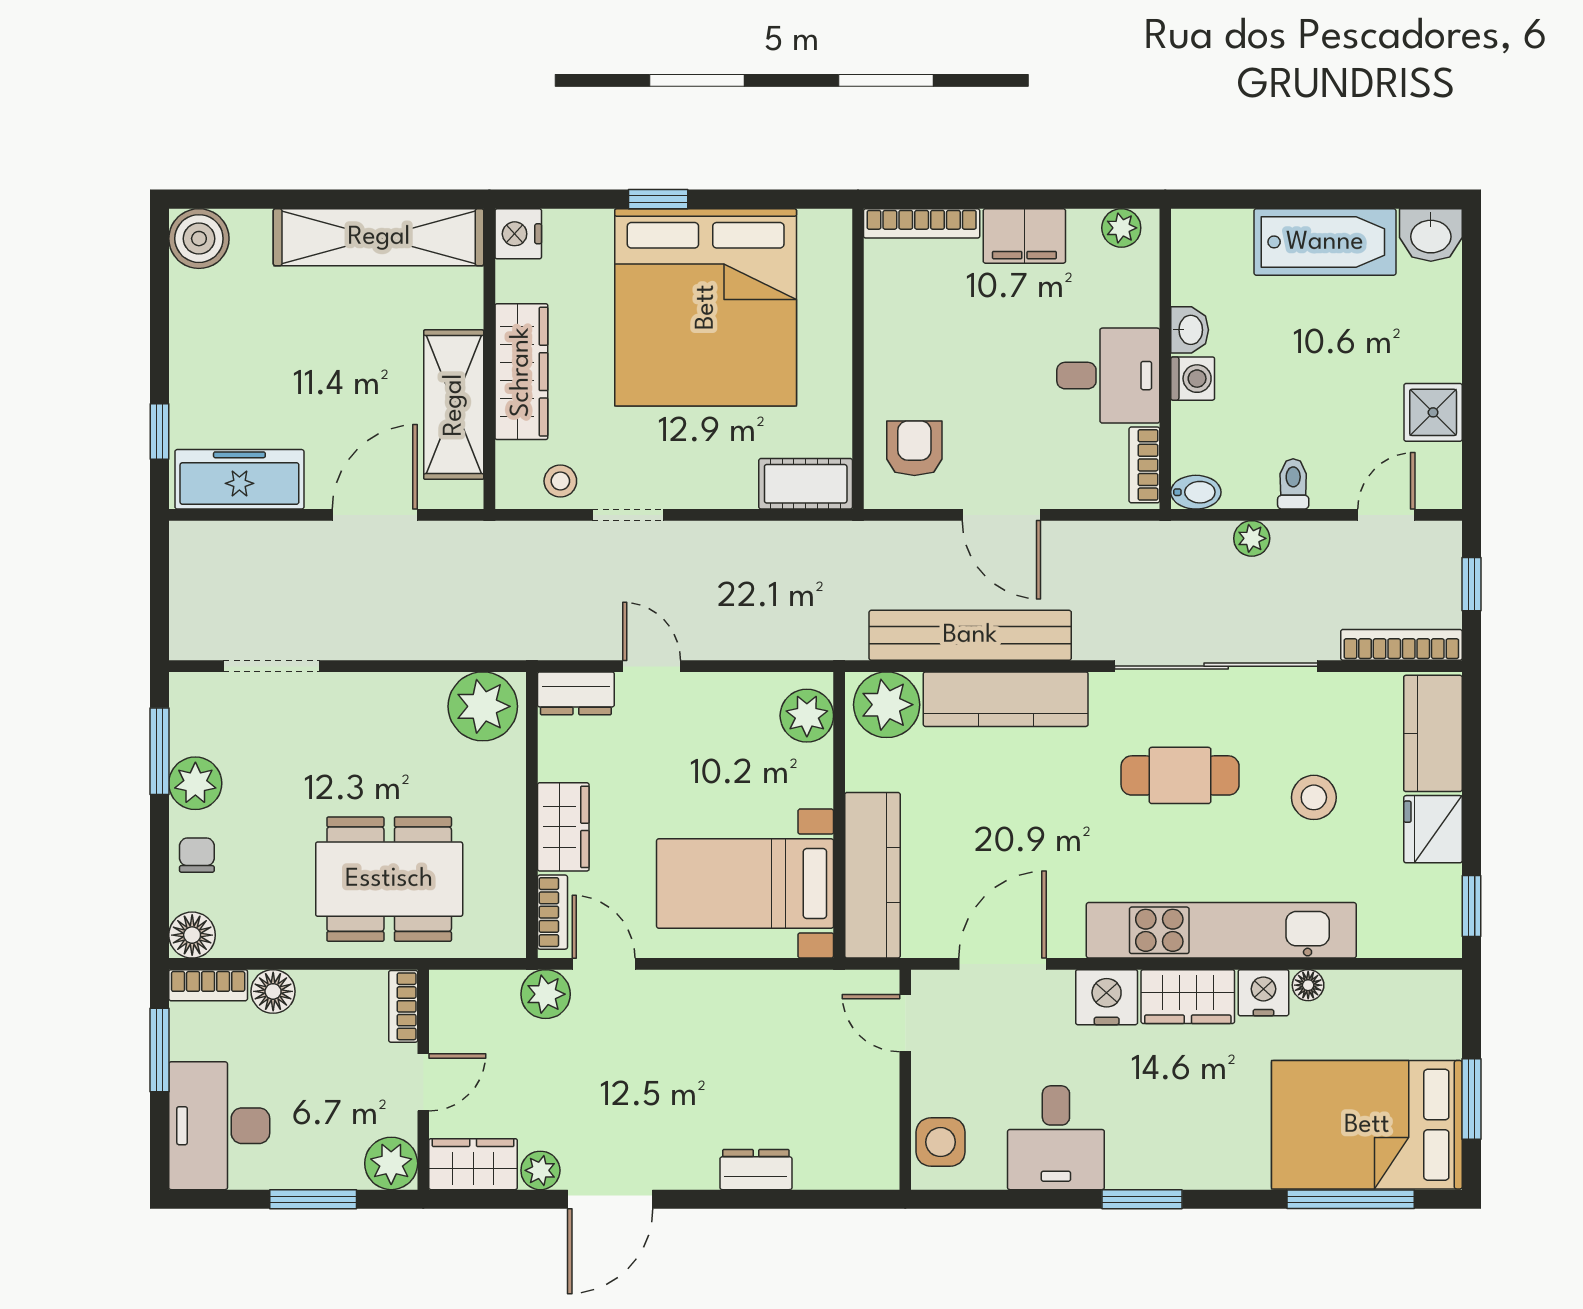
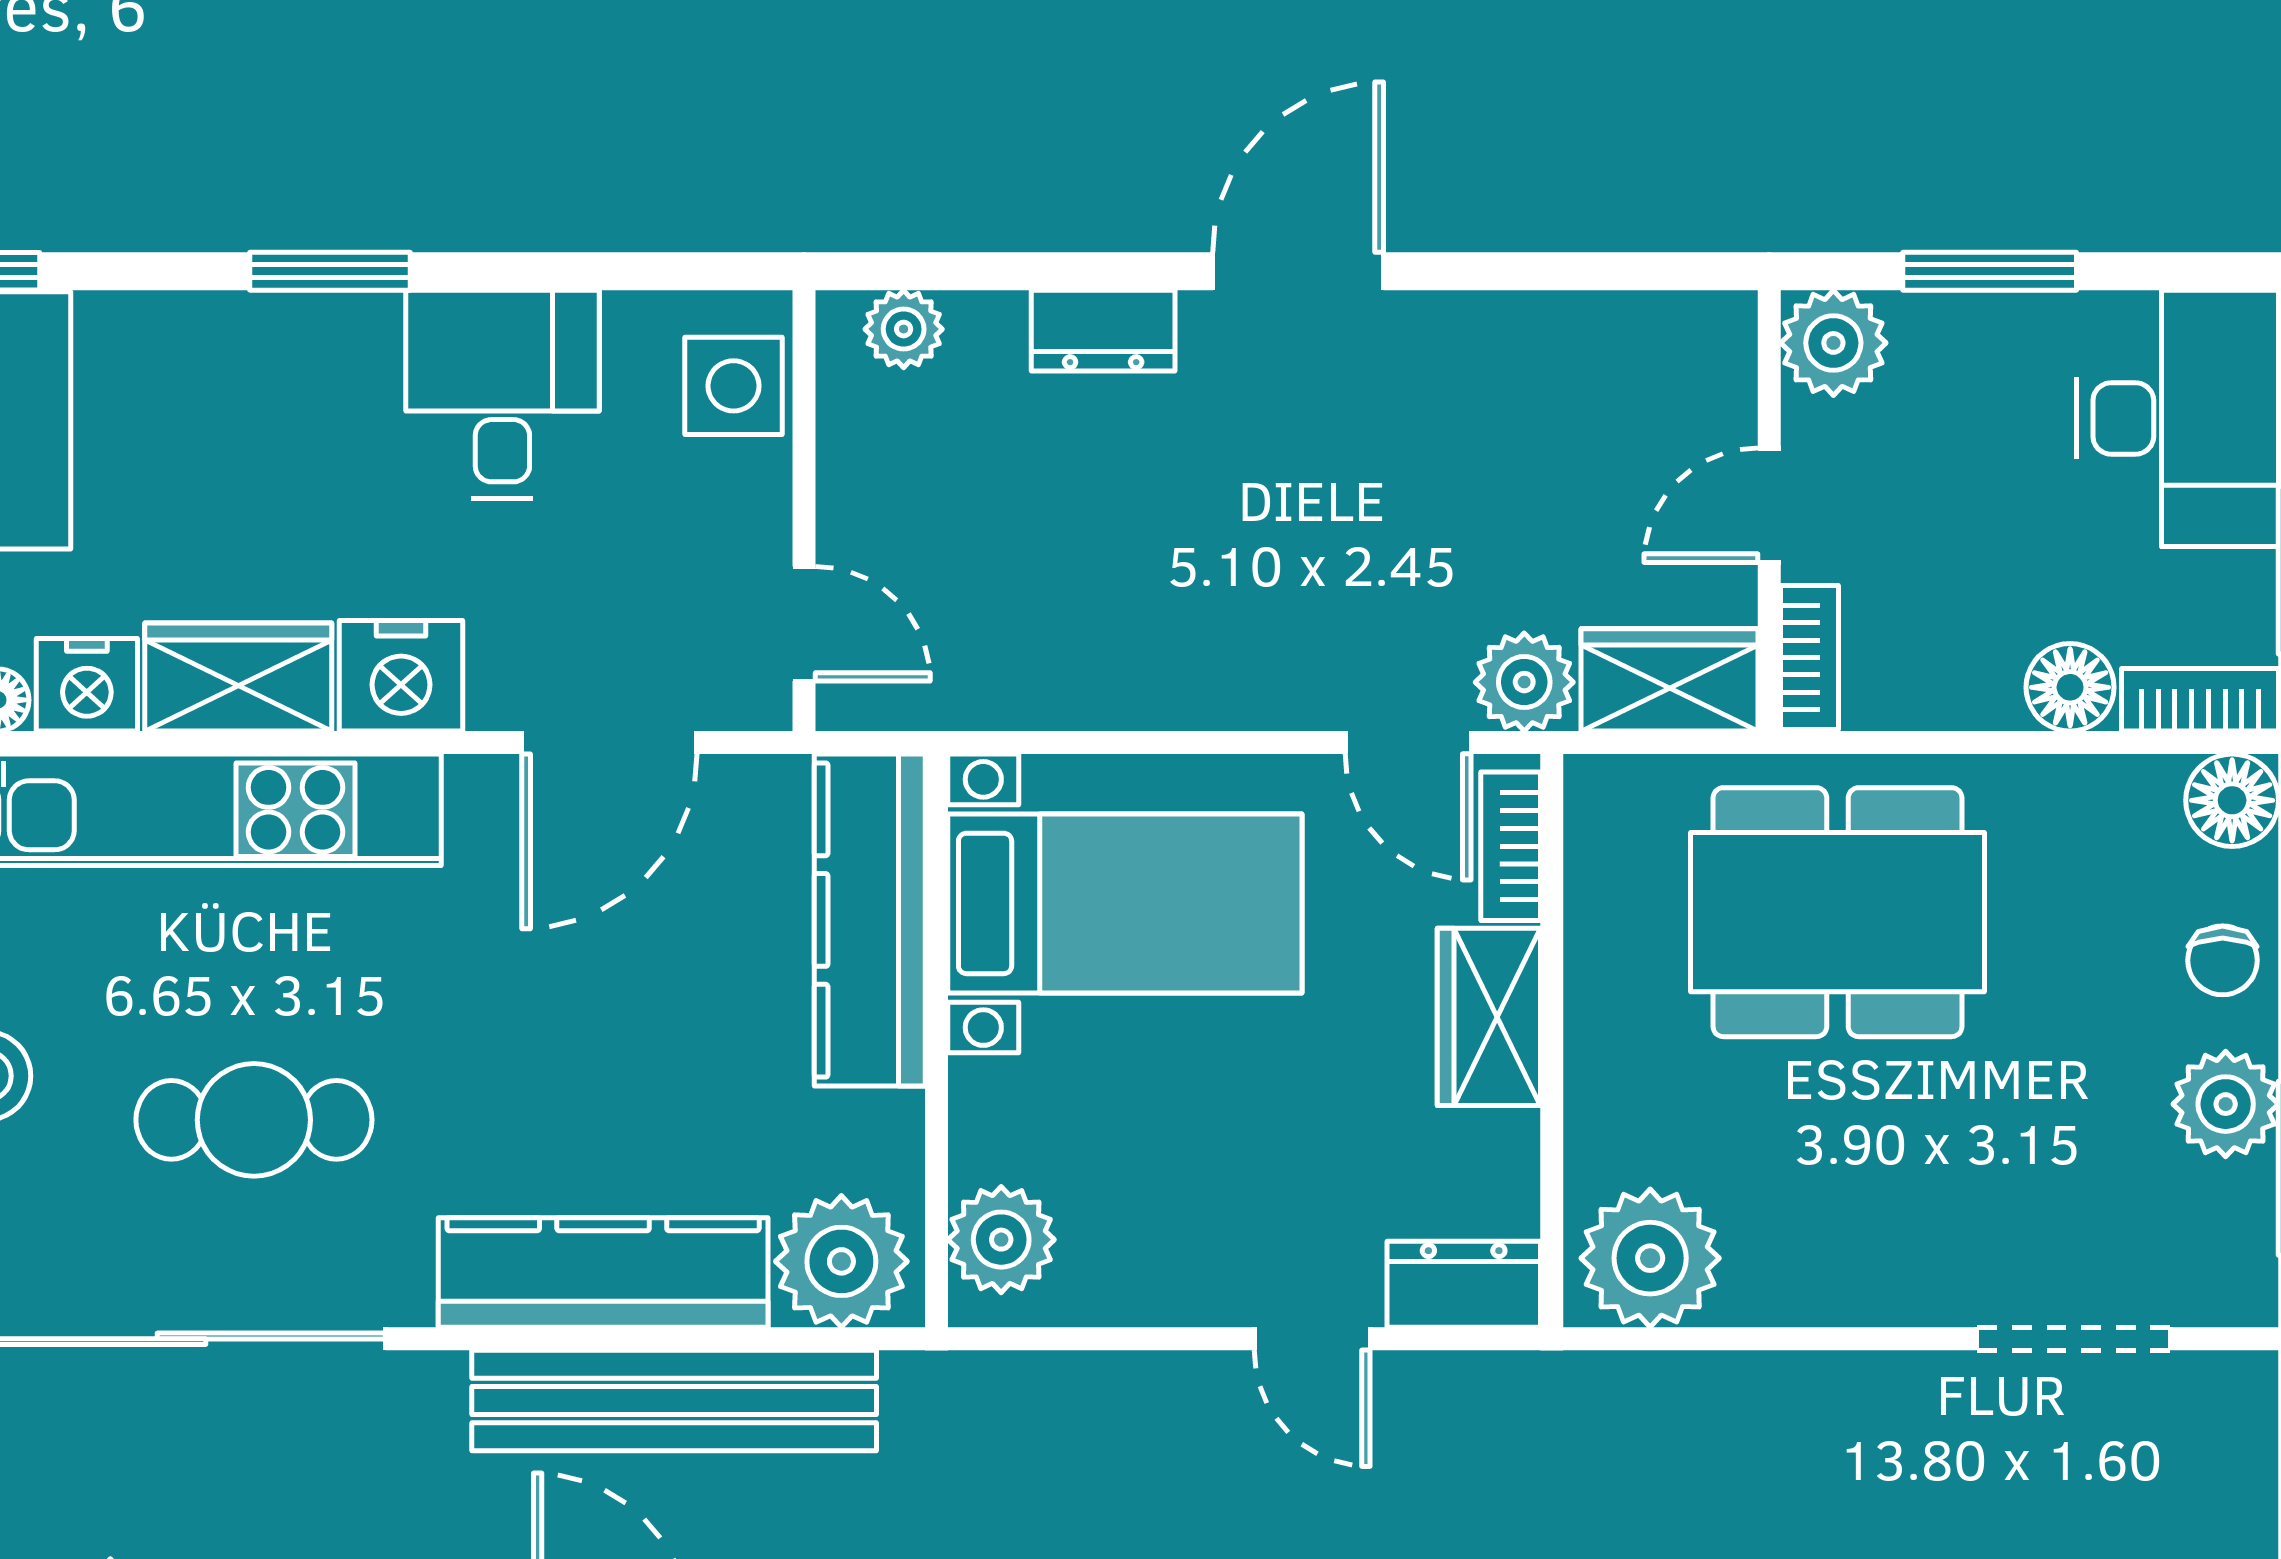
wardrobe: (473, 1164) -> (1670, 680), moved, turned 180
plant: (540, 1170) -> (904, 329), moved
door: (610, 1199) -> (1298, 271), moved

